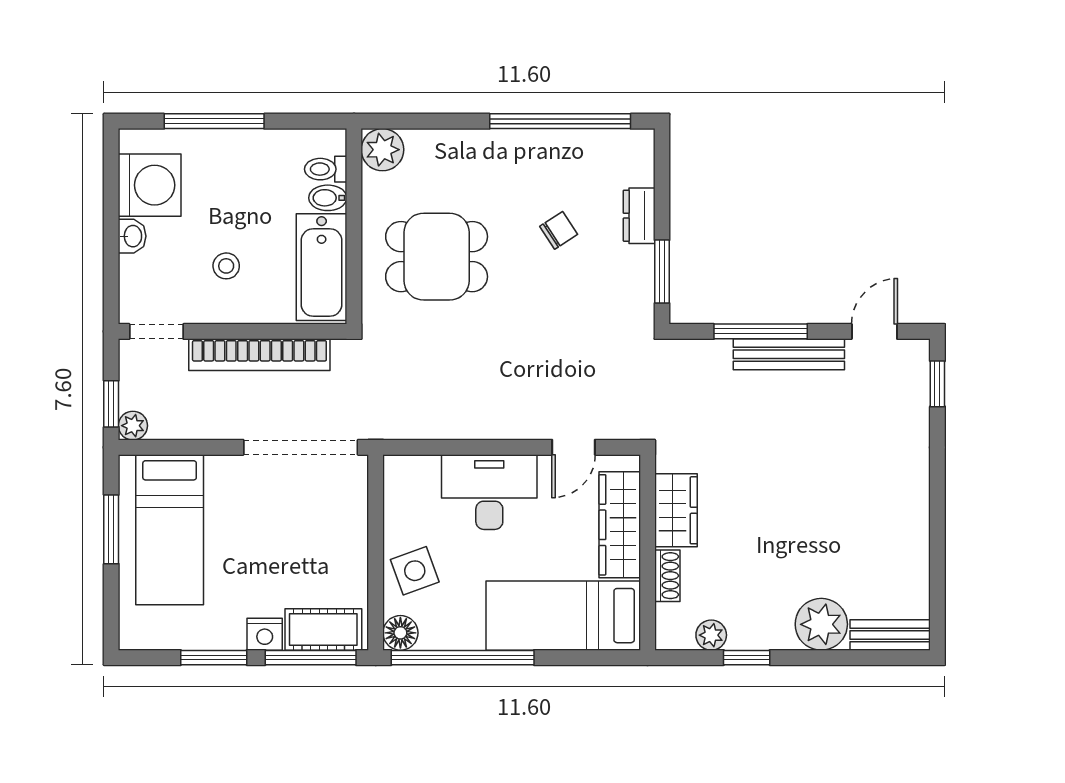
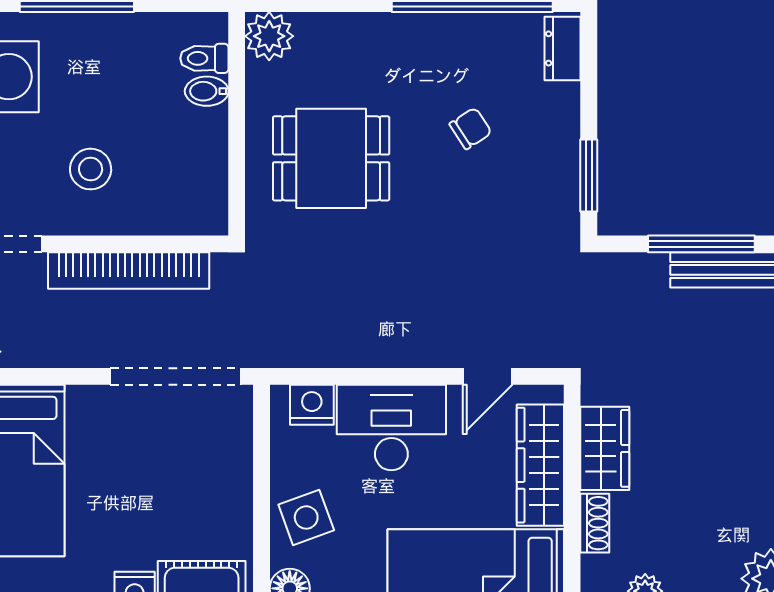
dresser: (639, 216) -> (563, 48), moved
stool: (226, 266) -> (91, 169), width x1.37, depth x1.37
bathtub: (322, 267) -> (200, 170), removed
nightstand: (420, 472) -> (312, 405), added

